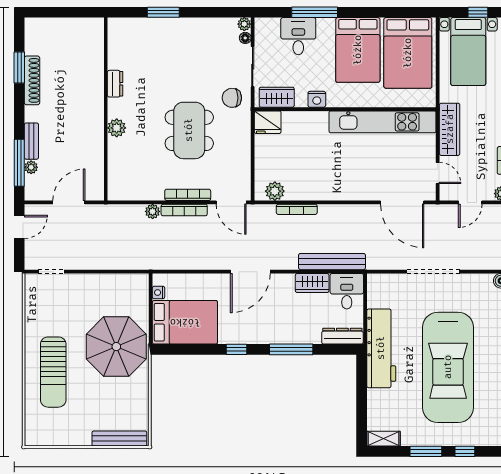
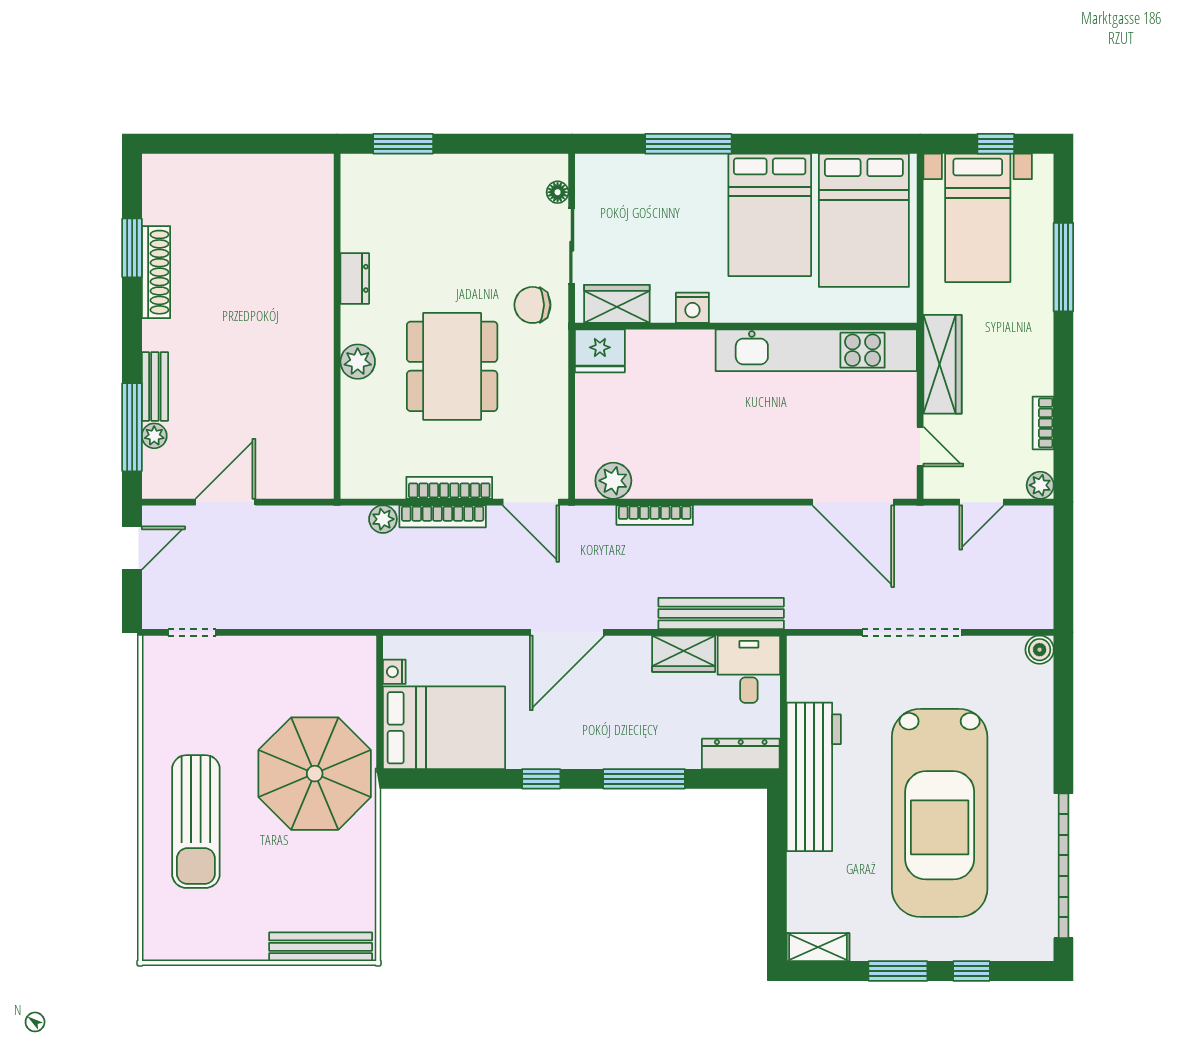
plant: (244, 24) -> (556, 166), removed
desk: (298, 36) -> (658, 189), removed
dresser: (115, 84) -> (355, 278), moved
wall: (106, 109) -> (337, 326), moved
plant: (117, 128) -> (358, 362), moved

